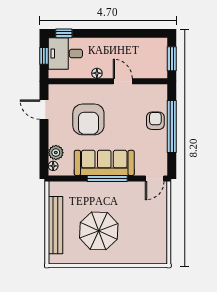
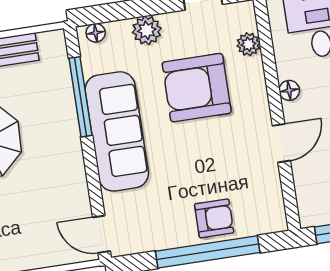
plant: (71, 90) -> (248, 44), added
plant: (56, 153) -> (147, 30), moved
window: (107, 178) -> (80, 97), moved

